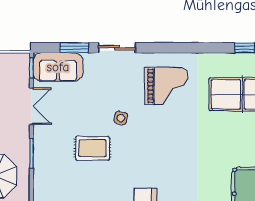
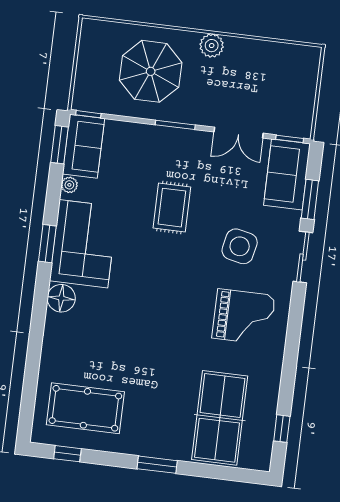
grand piano: (166, 86) -> (244, 317), turned -90
side table: (121, 118) -> (240, 246), moved, width x1.87, depth x1.87

